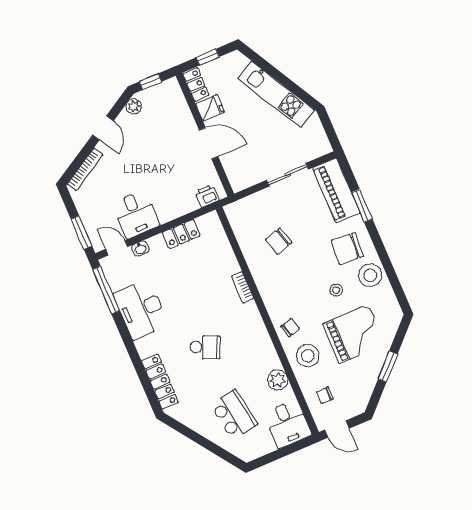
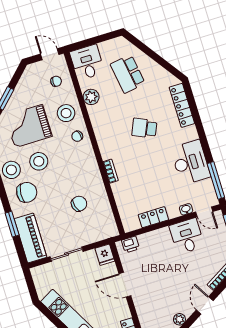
fridge: (210, 108) -> (105, 255), moved, turned -90
stool: (336, 290) -> (39, 161), width x1.89, depth x1.89

